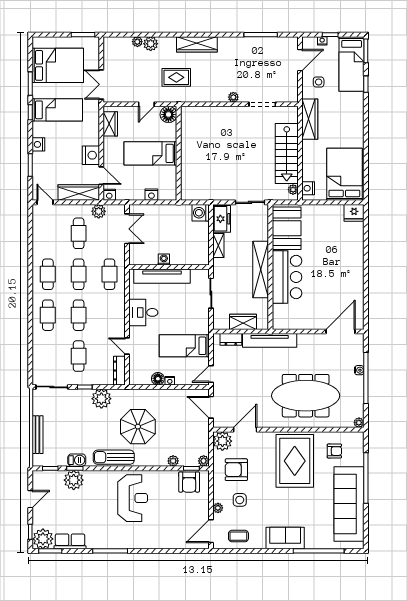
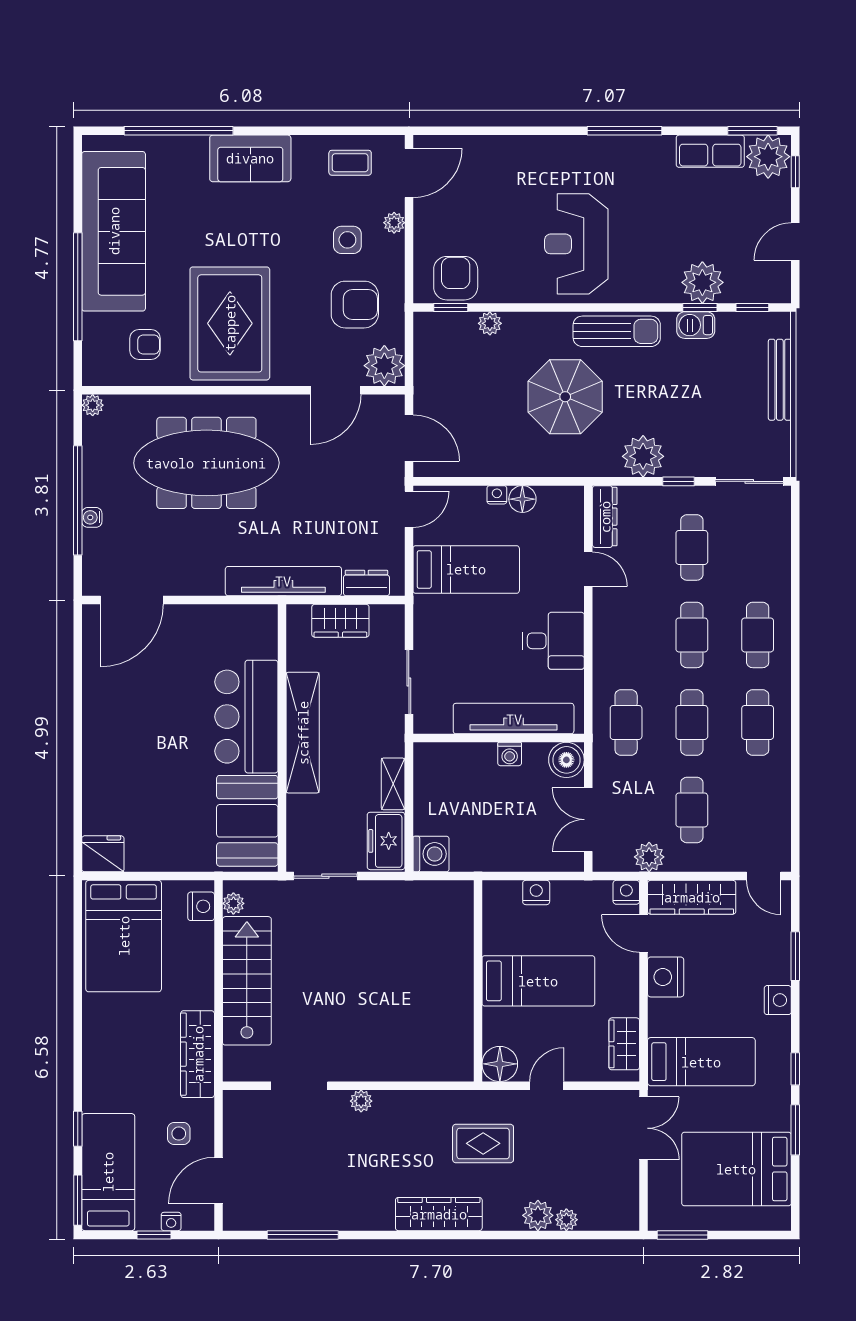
bed: (57, 110) -> (701, 1062), moved, turned 180
boiler: (137, 257) -> (566, 760), added
armchair: (334, 451) -> (145, 345), turned 180
plant: (204, 461) -> (425, 323), removed

